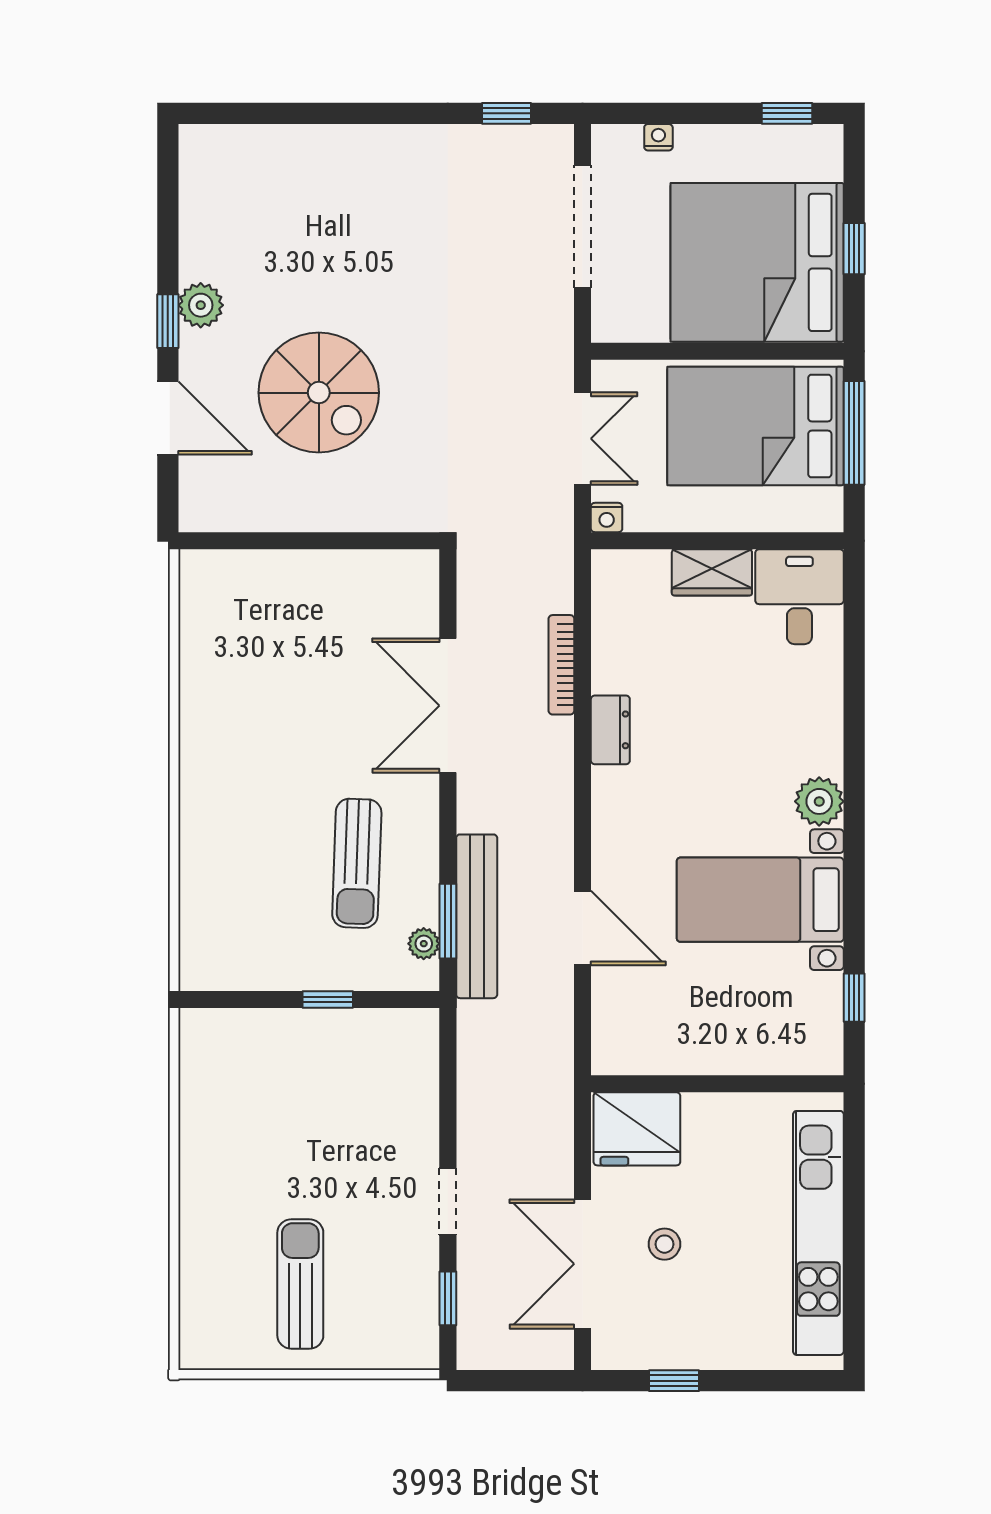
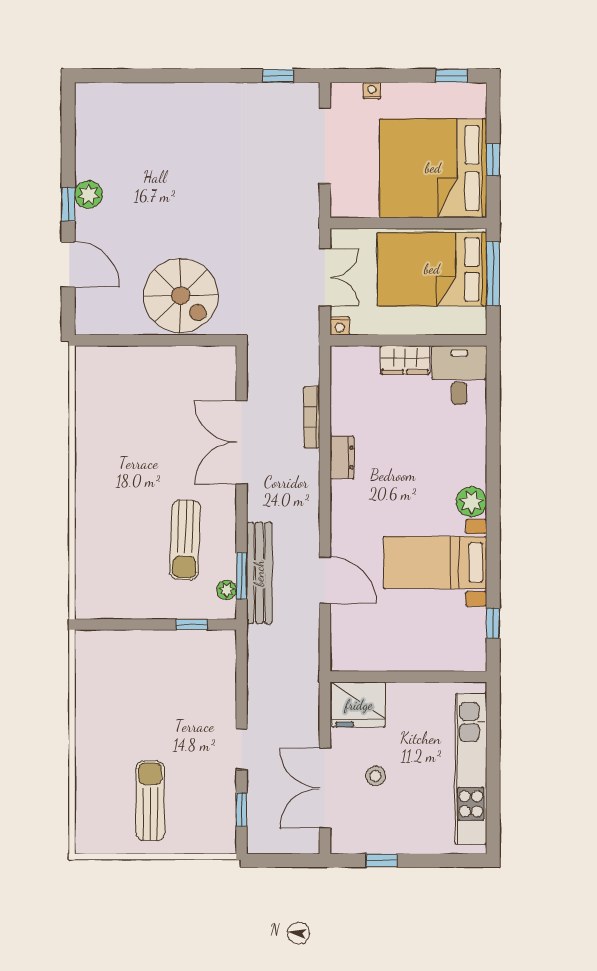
spiral stairs: (319, 393) -> (181, 296), moved
window: (328, 1000) -> (192, 625), moved

